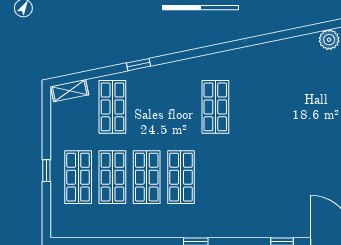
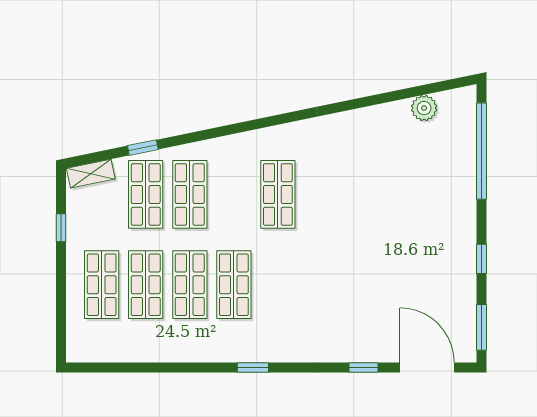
window: (138, 65) -> (143, 148), moved
shop shelf: (147, 107) -> (190, 194), added
window: (46, 171) -> (61, 228), moved

